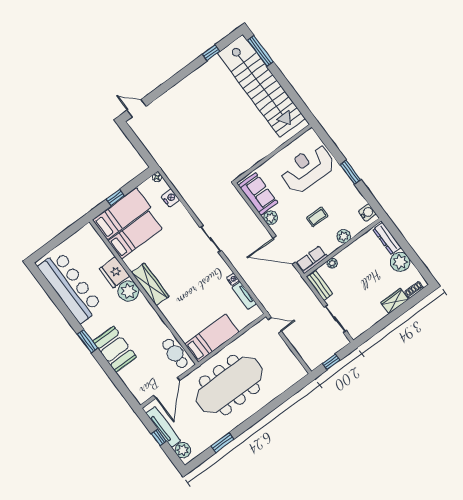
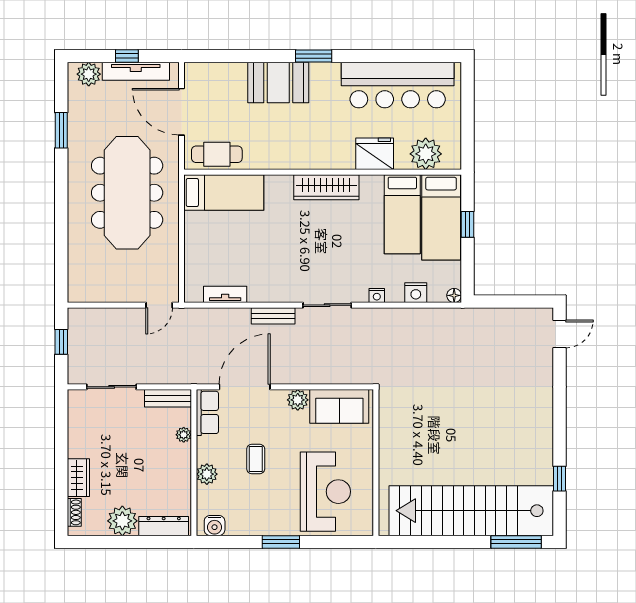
bench: (237, 263) -> (273, 316), added
nightstand: (233, 279) -> (377, 295), moved
plant: (128, 291) -> (426, 154), moved
bed: (212, 338) -> (224, 193), moved, turned -90

